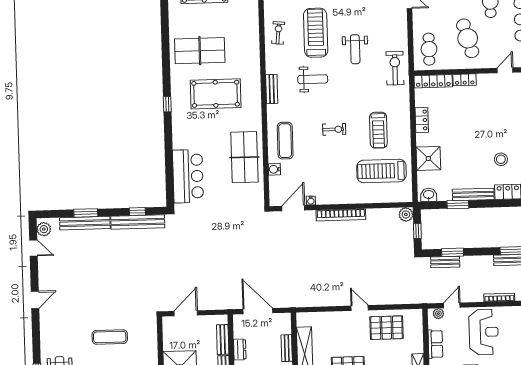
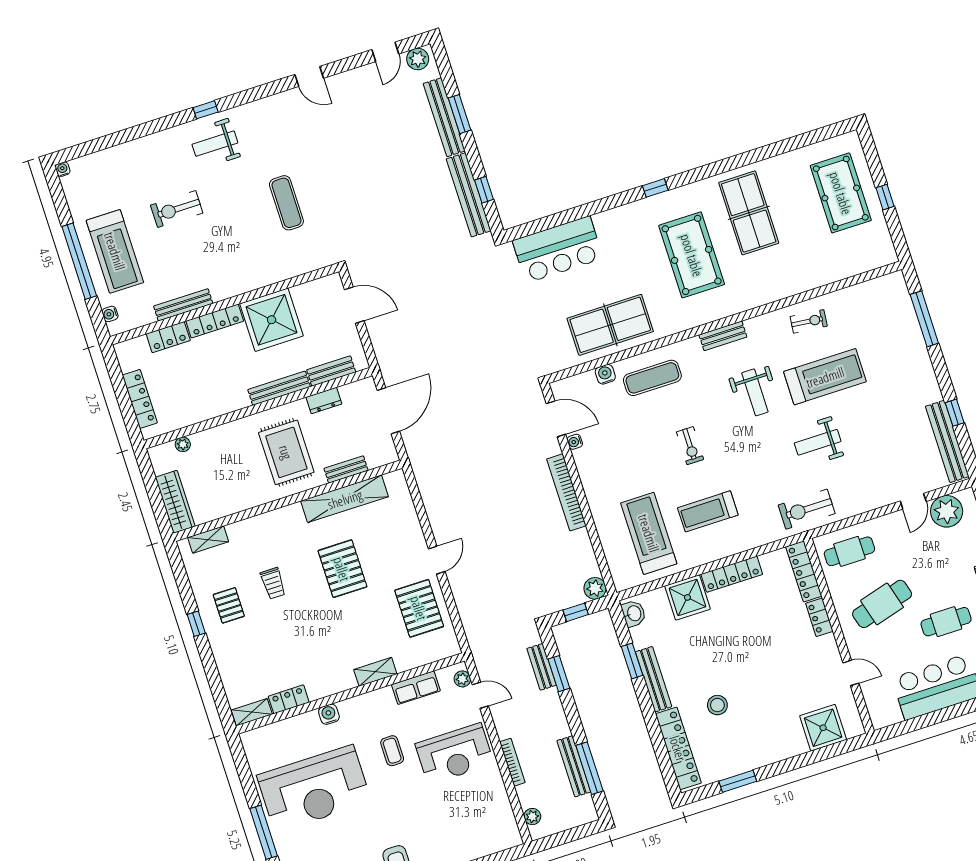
exercise bike: (395, 68) -> (807, 509), turned 180
locker: (422, 120) -> (732, 574), width x1.53

